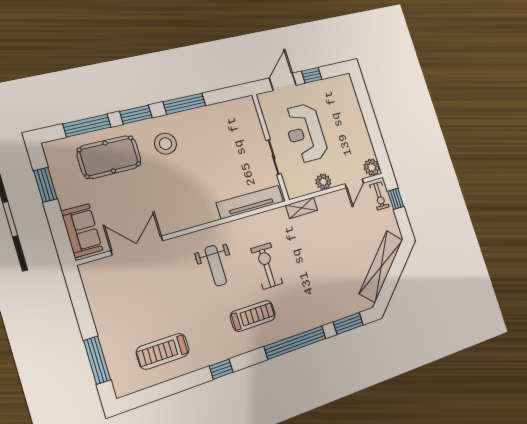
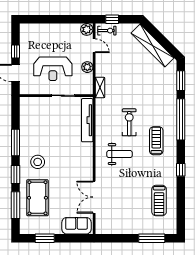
exercise bike: (267, 266) -> (129, 122), turned 90

